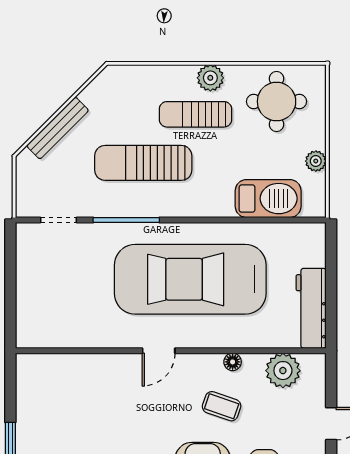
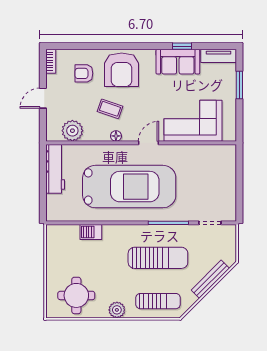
sun lounger: (195, 114) -> (158, 301), moved
plant: (316, 161) -> (52, 259), removed
barbecue: (268, 199) -> (91, 232), width x0.53, depth x0.65
floor lamp: (233, 362) -> (116, 136), moved
corner sofa: (86, 387) -> (193, 121), added

